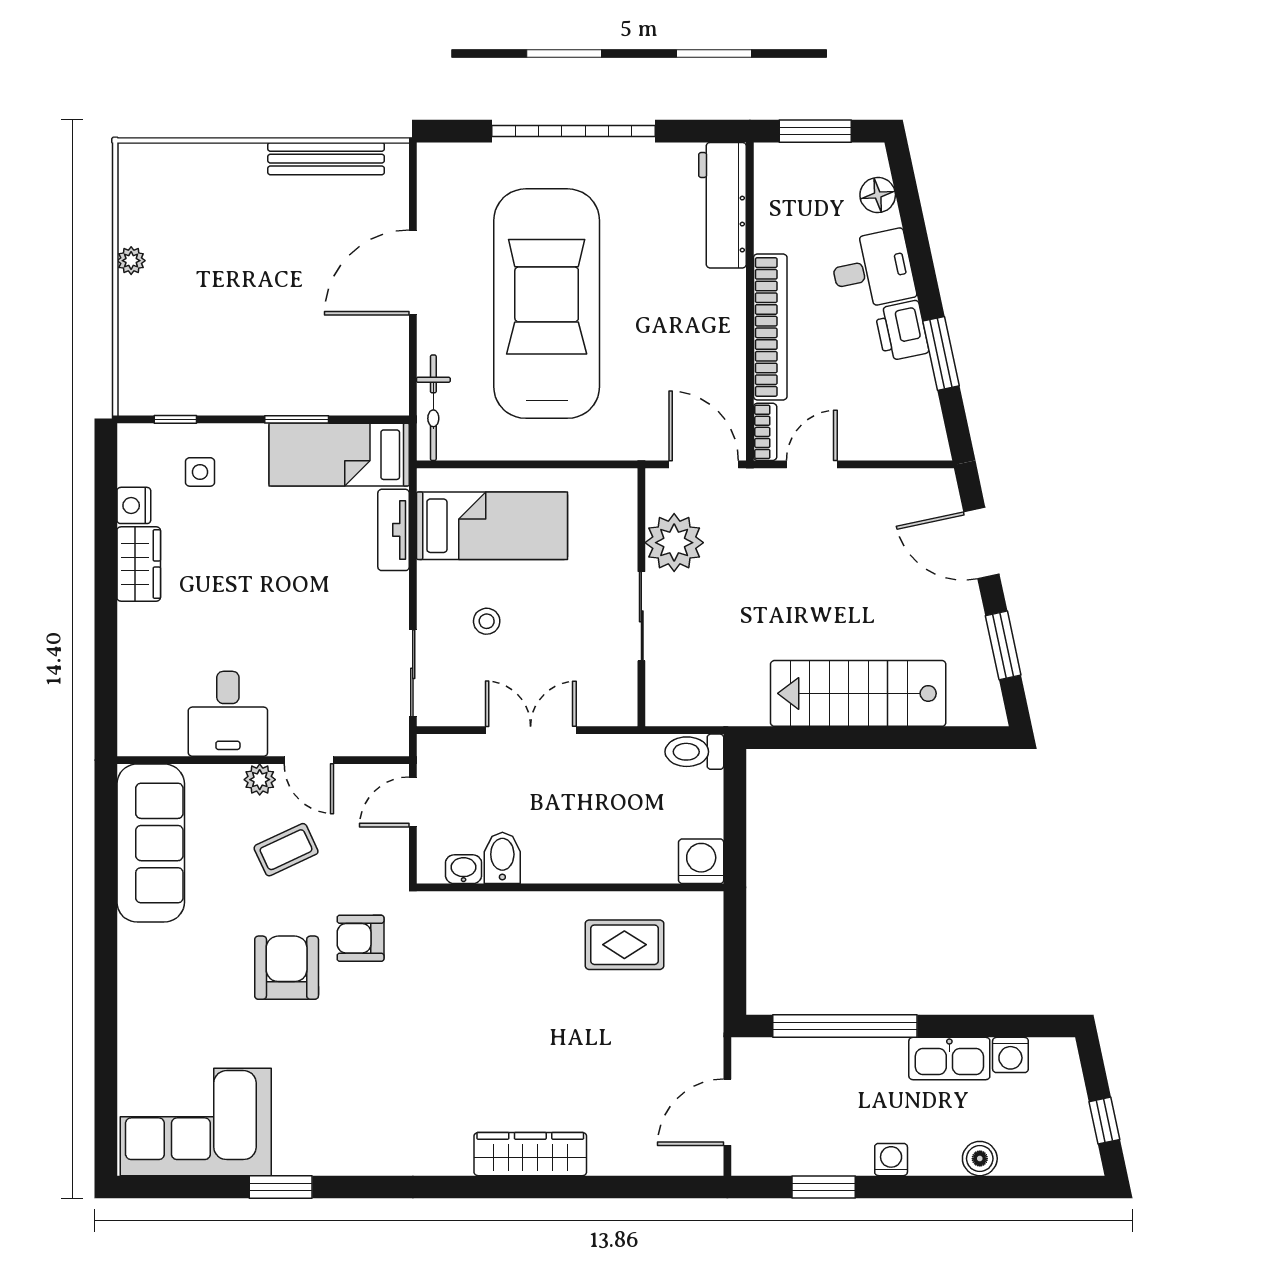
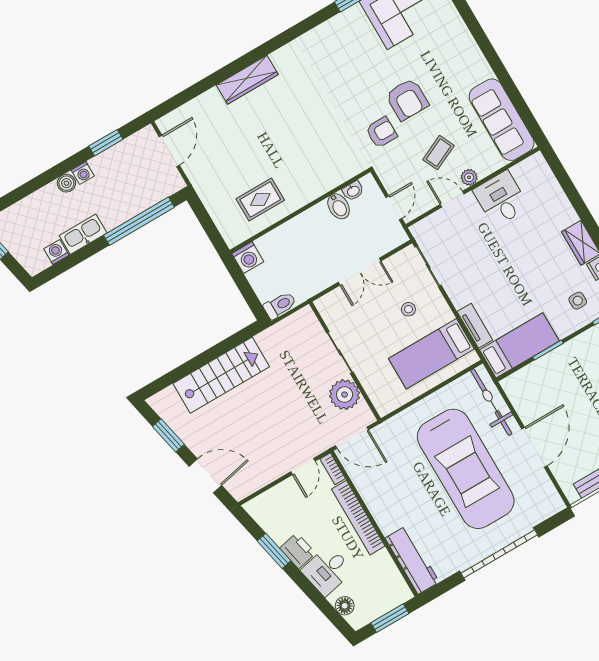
bicycle: (433, 408) -> (491, 402), width x1.37, depth x1.40
boiler: (980, 1159) -> (66, 183), moved

